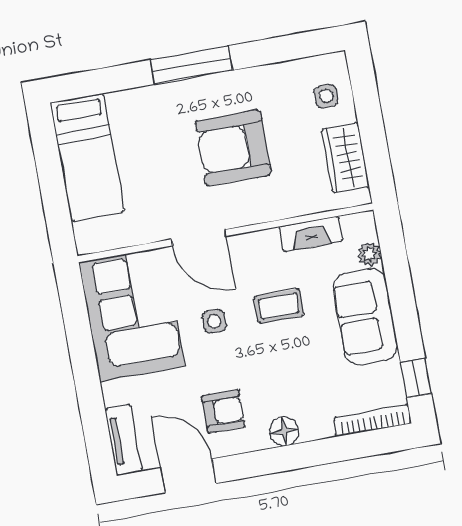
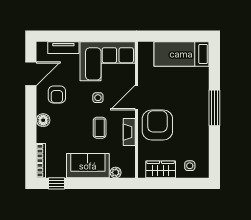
armchair: (233, 148) -> (157, 125), moved
fireplace: (311, 234) -> (129, 132), moved
tv unit: (123, 440) -> (63, 48), moved

